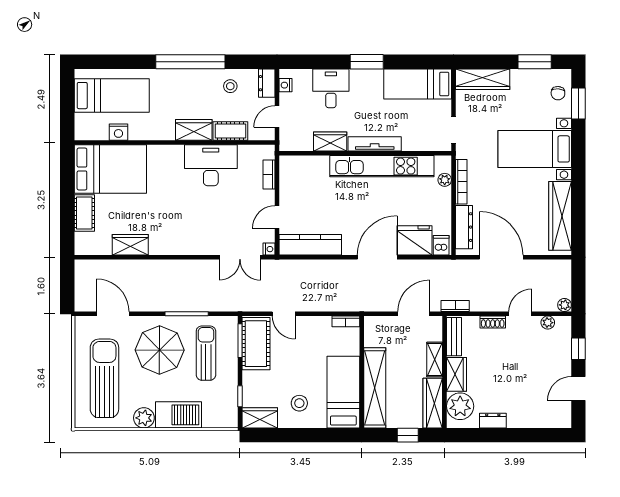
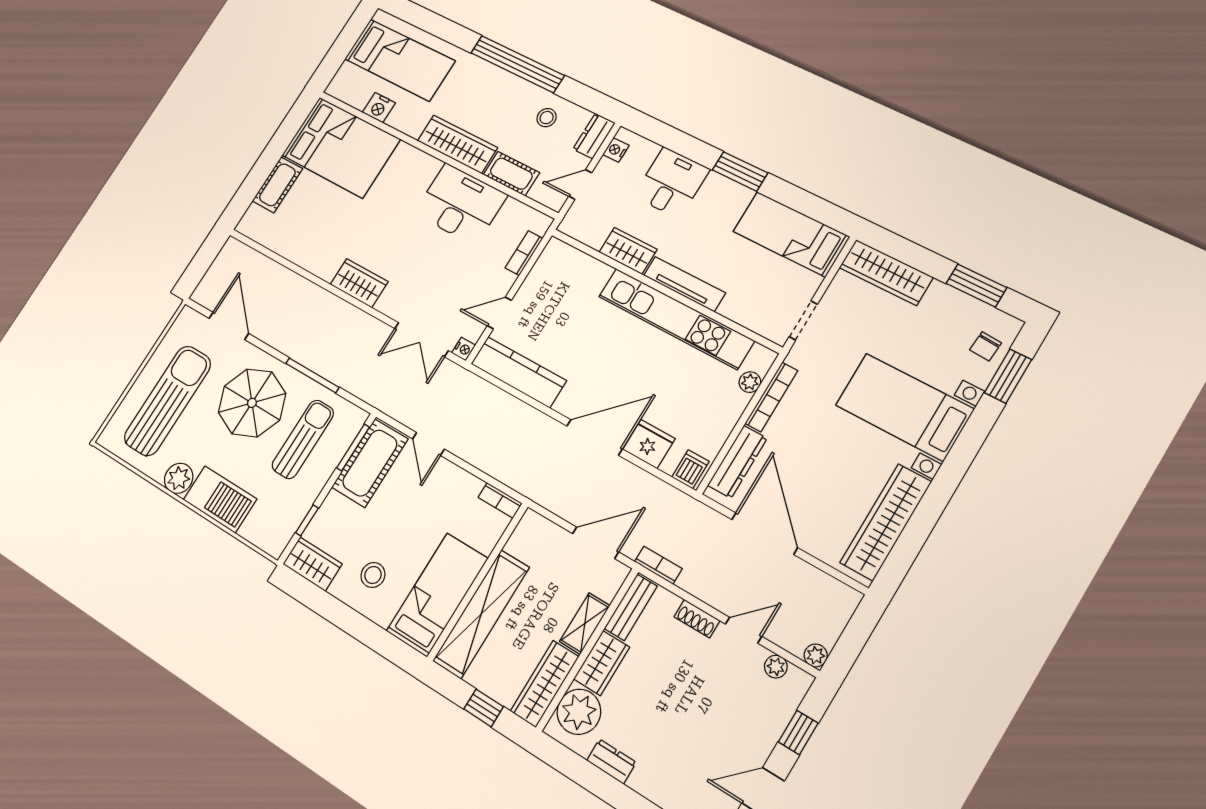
wardrobe: (194, 130) -> (457, 144), width x1.50
fridge: (415, 240) -> (649, 444), width x0.73, depth x0.75
wardrobe: (130, 245) -> (359, 283), moved

